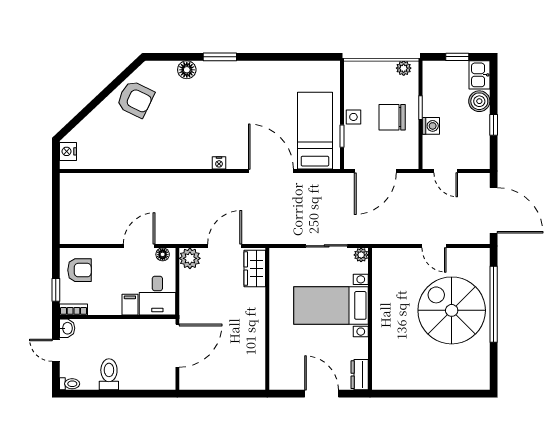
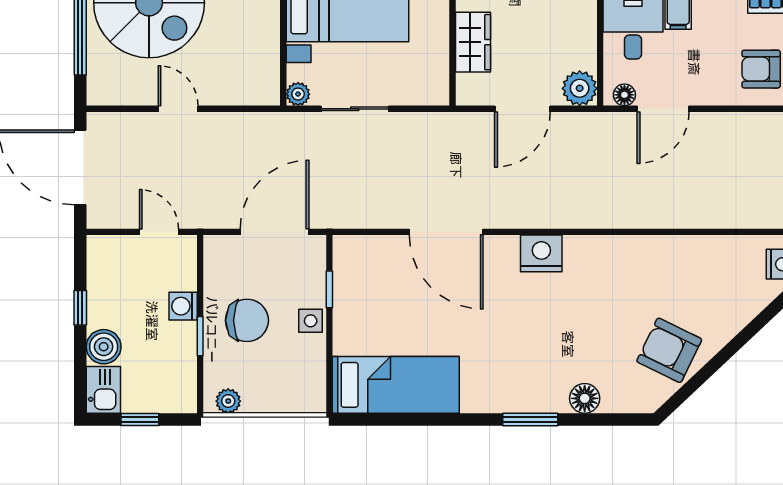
bed: (315, 131) -> (396, 385), moved, turned -90
nightstand: (219, 163) -> (541, 253), width x1.89, depth x1.79
wardrobe: (255, 269) -> (473, 42), moved

